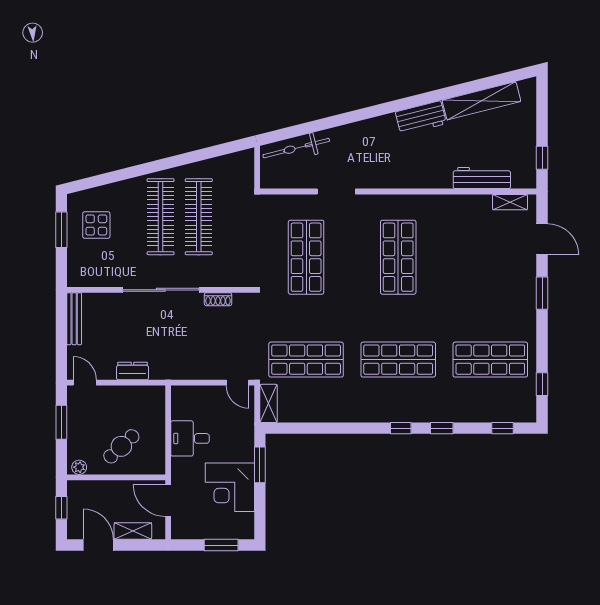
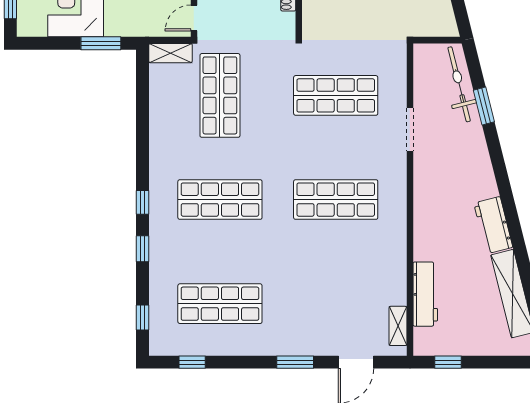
window: (315, 126) -> (484, 106), added
shop shelf: (398, 360) -> (220, 200), turned 90
shop shelf: (490, 360) -> (220, 304), turned 90

